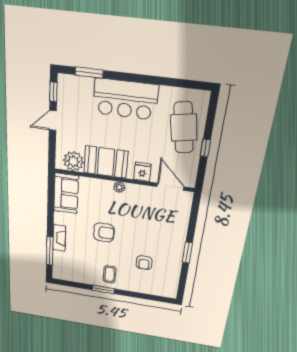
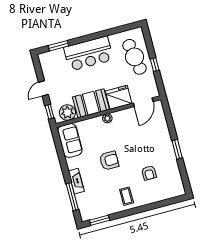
window: (53, 92) -> (50, 112), moved
fridge: (142, 172) -> (119, 97), width x1.88, depth x1.34
door: (170, 187) -> (143, 102), swing flipped
window: (103, 289) -> (100, 220), moved

